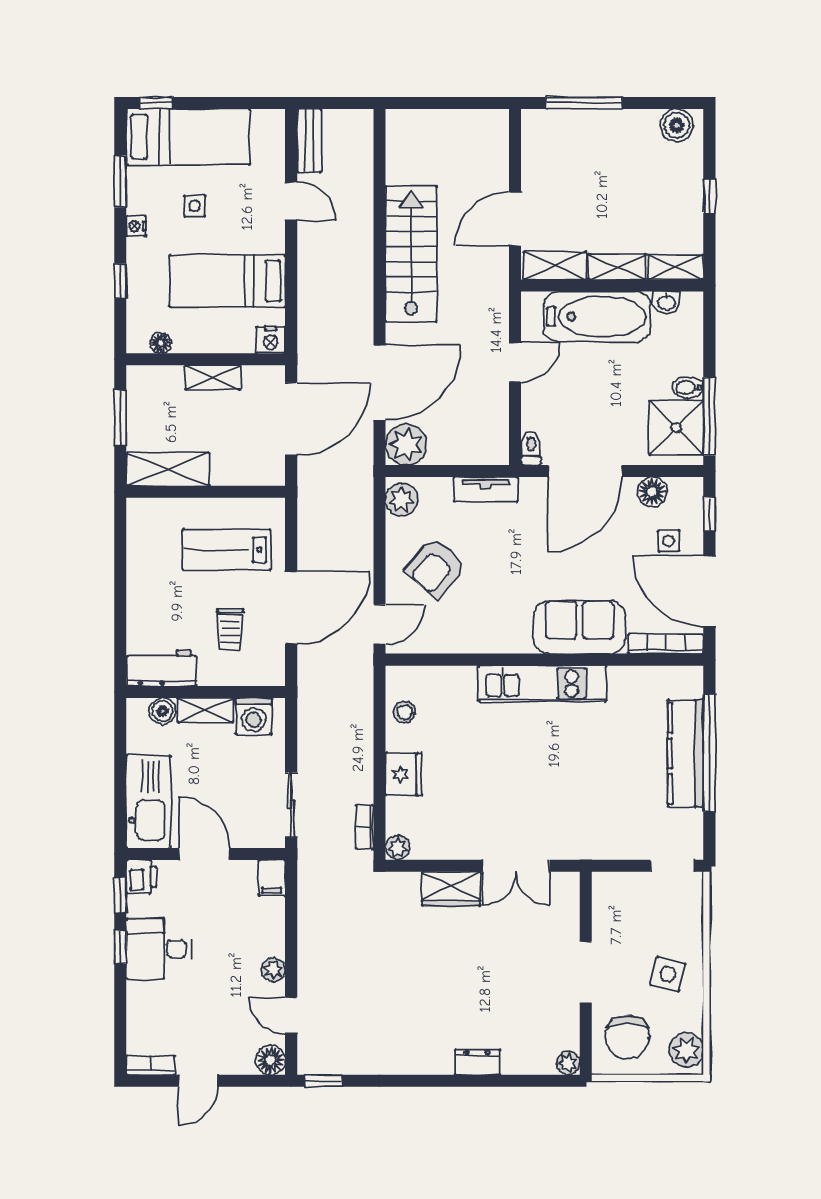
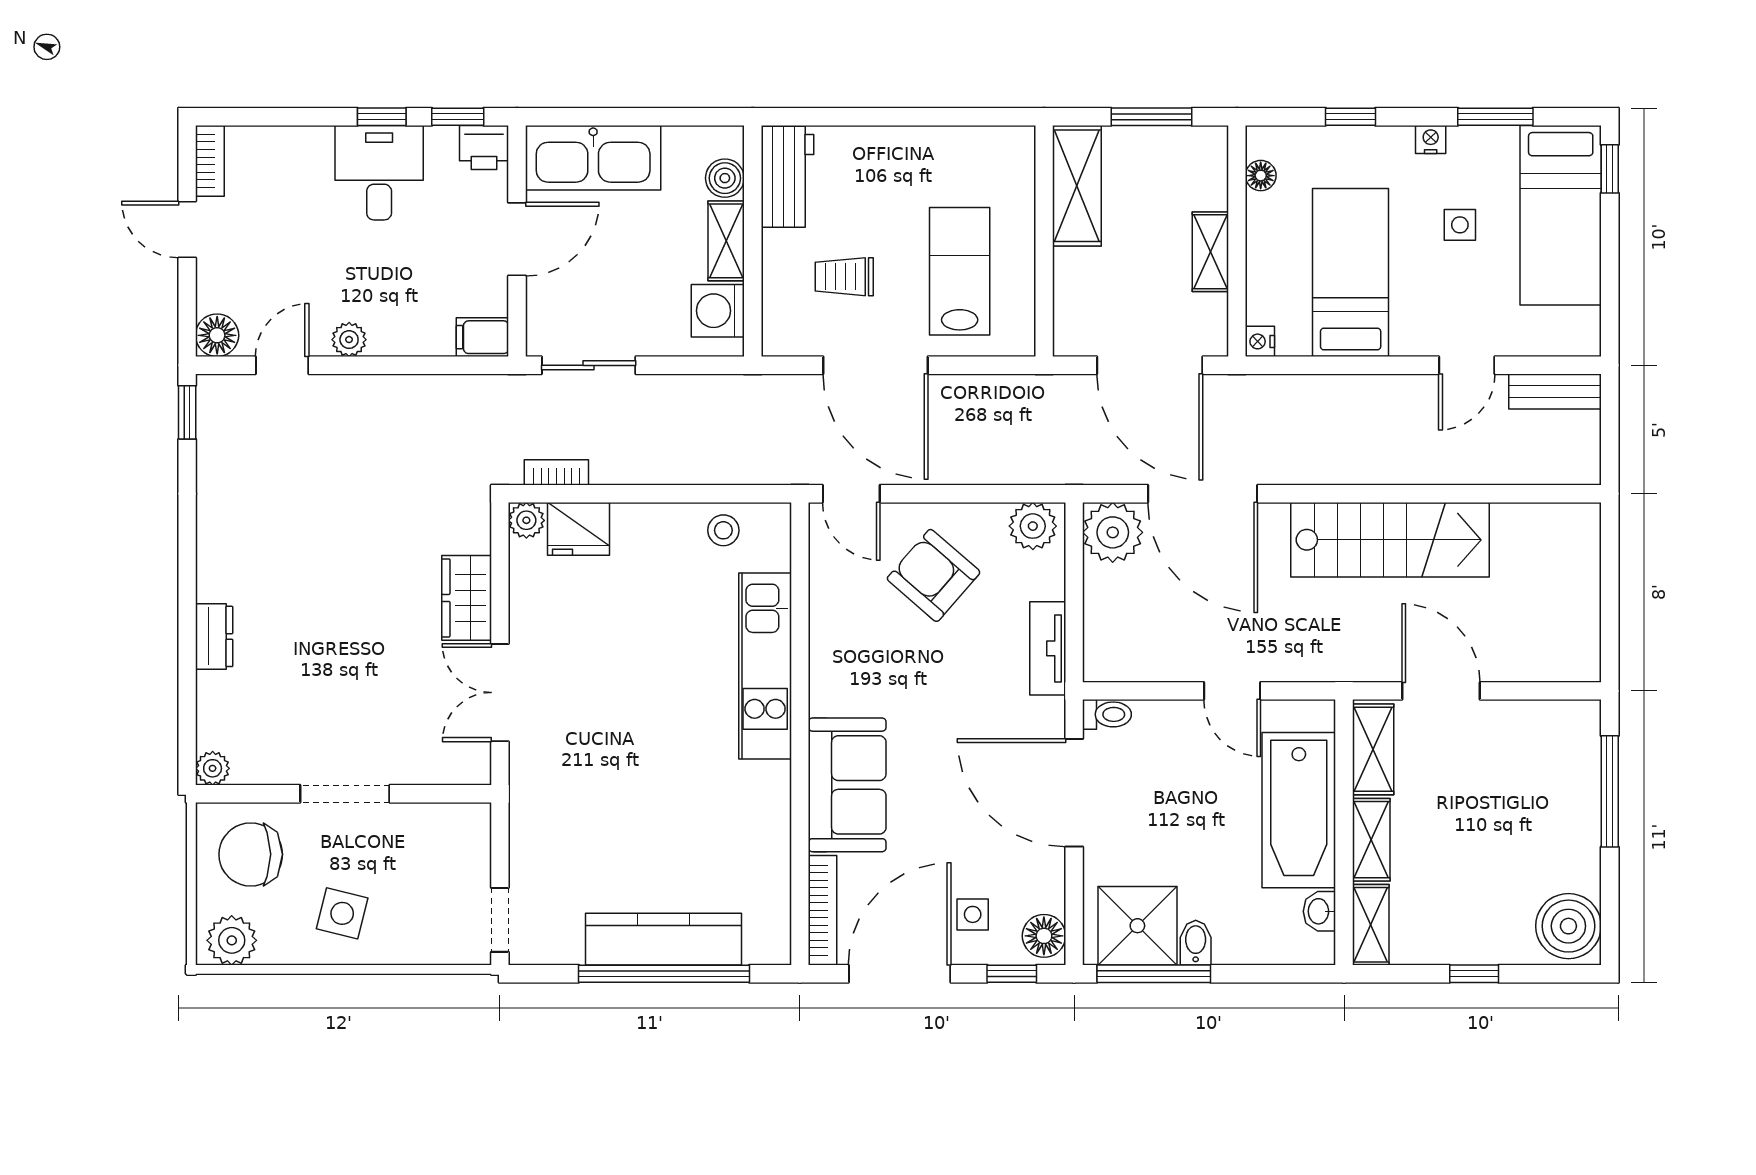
boiler: (677, 125) -> (1568, 926), width x1.37, depth x1.37
nightstand: (271, 340) -> (1260, 341), width x0.72, depth x0.74
floor lamp: (652, 492) -> (1044, 936), moved
kitchen unit: (542, 684) -> (765, 666), moved
fridge: (404, 774) -> (579, 529), moved

